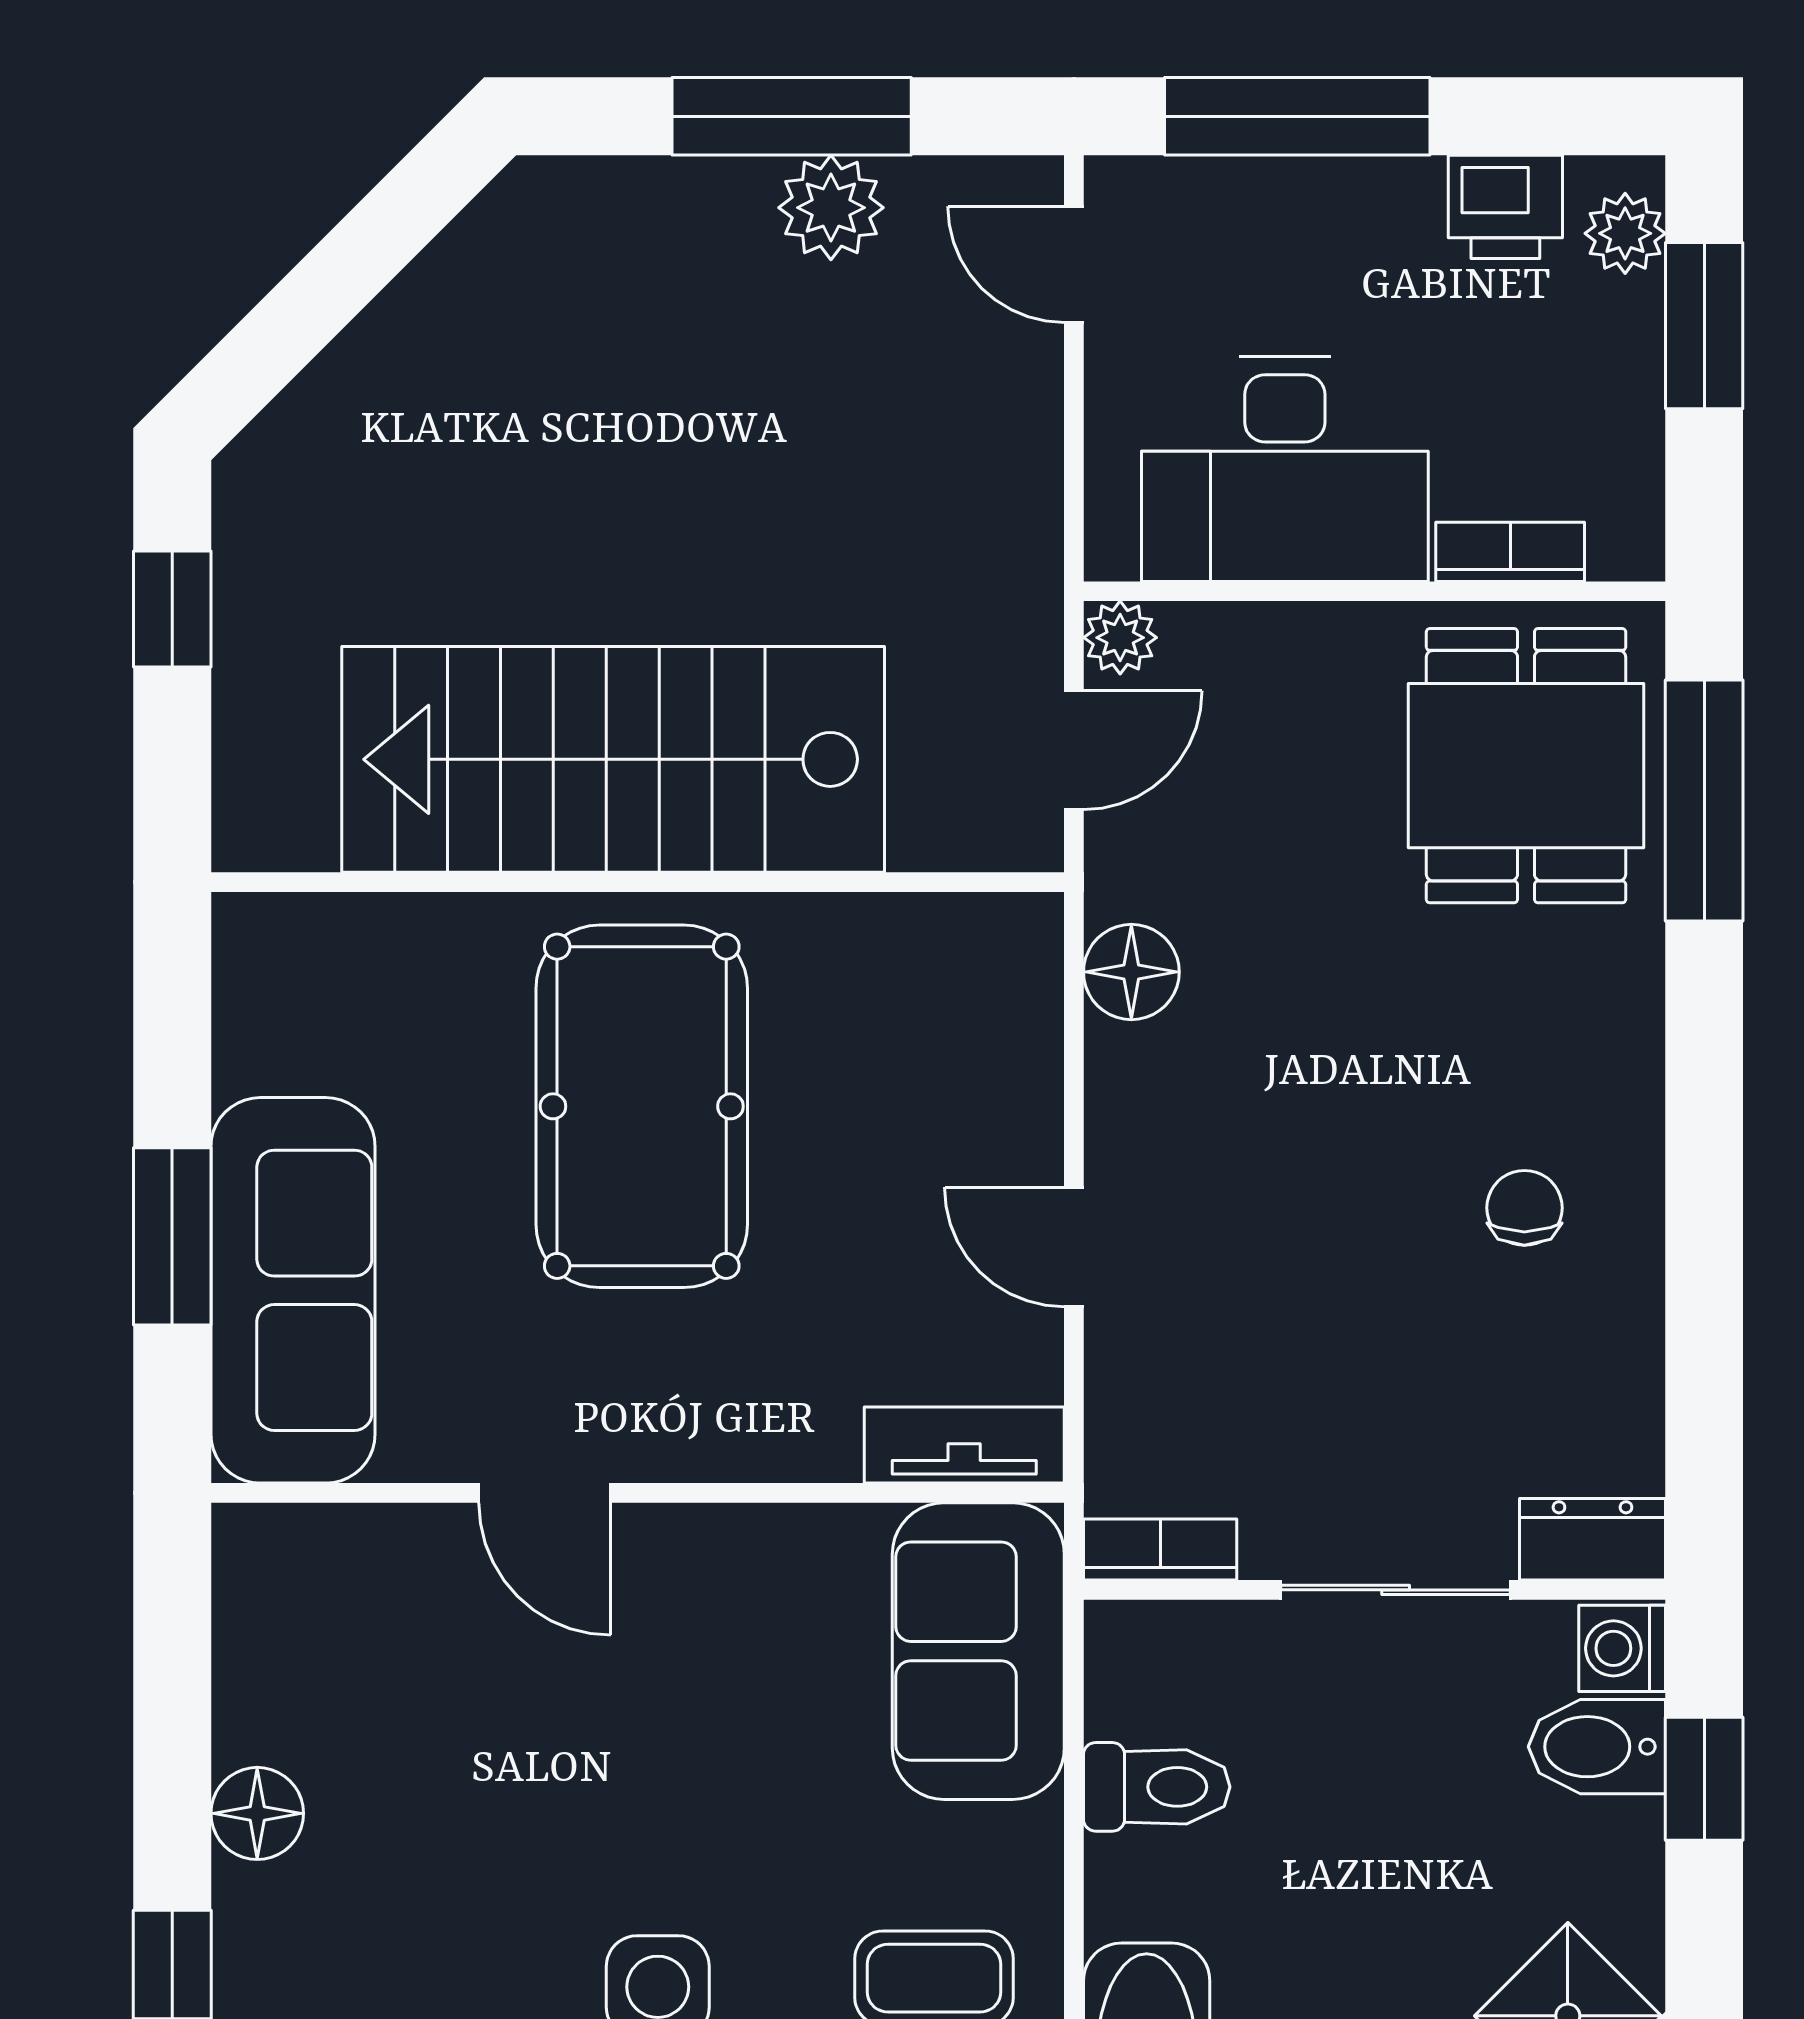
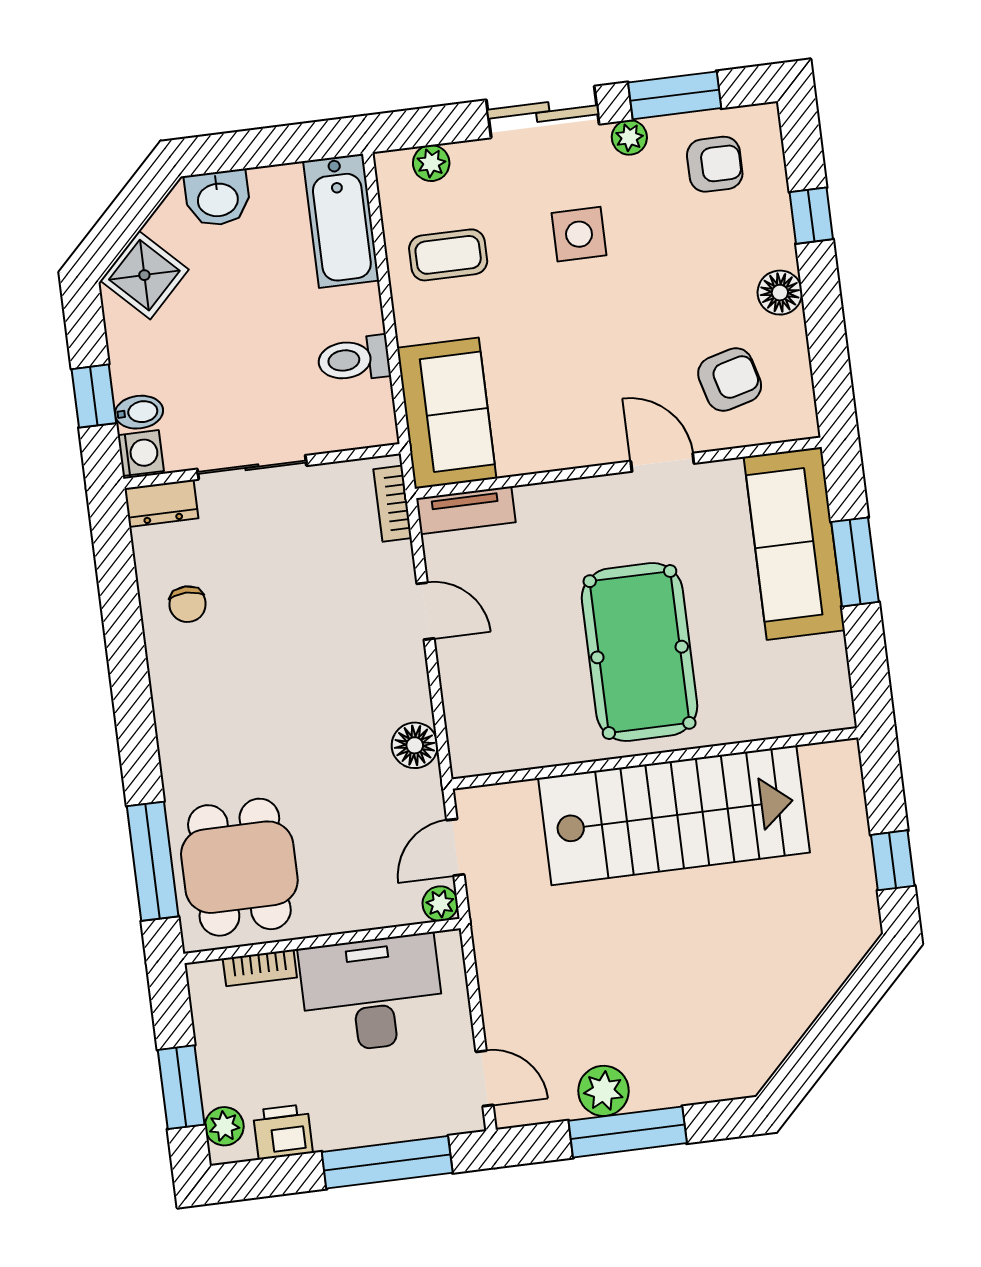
chair: (1524, 1208) -> (187, 604), moved
bookcase: (1160, 1550) -> (392, 504), moved, turned 90
armchair: (384, 1647) -> (730, 380), added
bidet: (1597, 1747) -> (139, 412), width x0.72, depth x0.74

